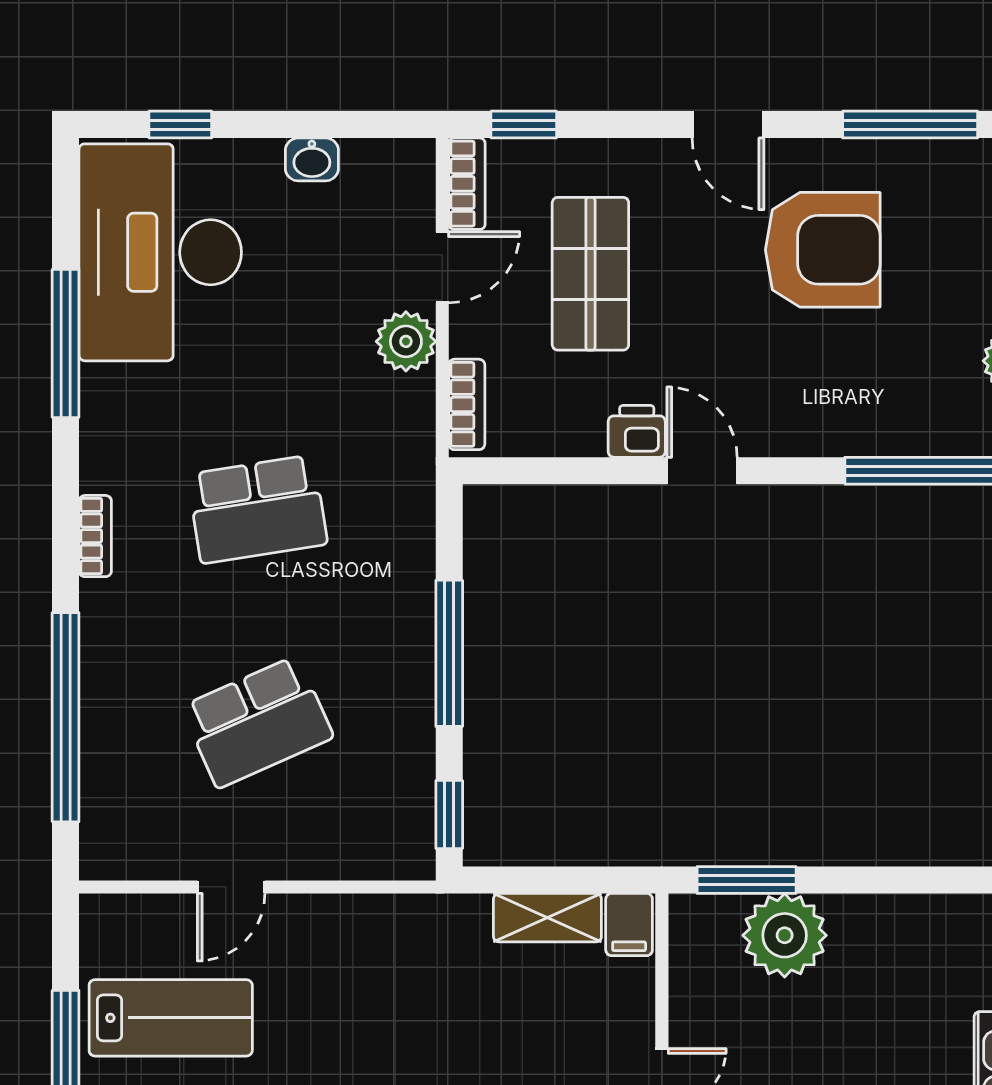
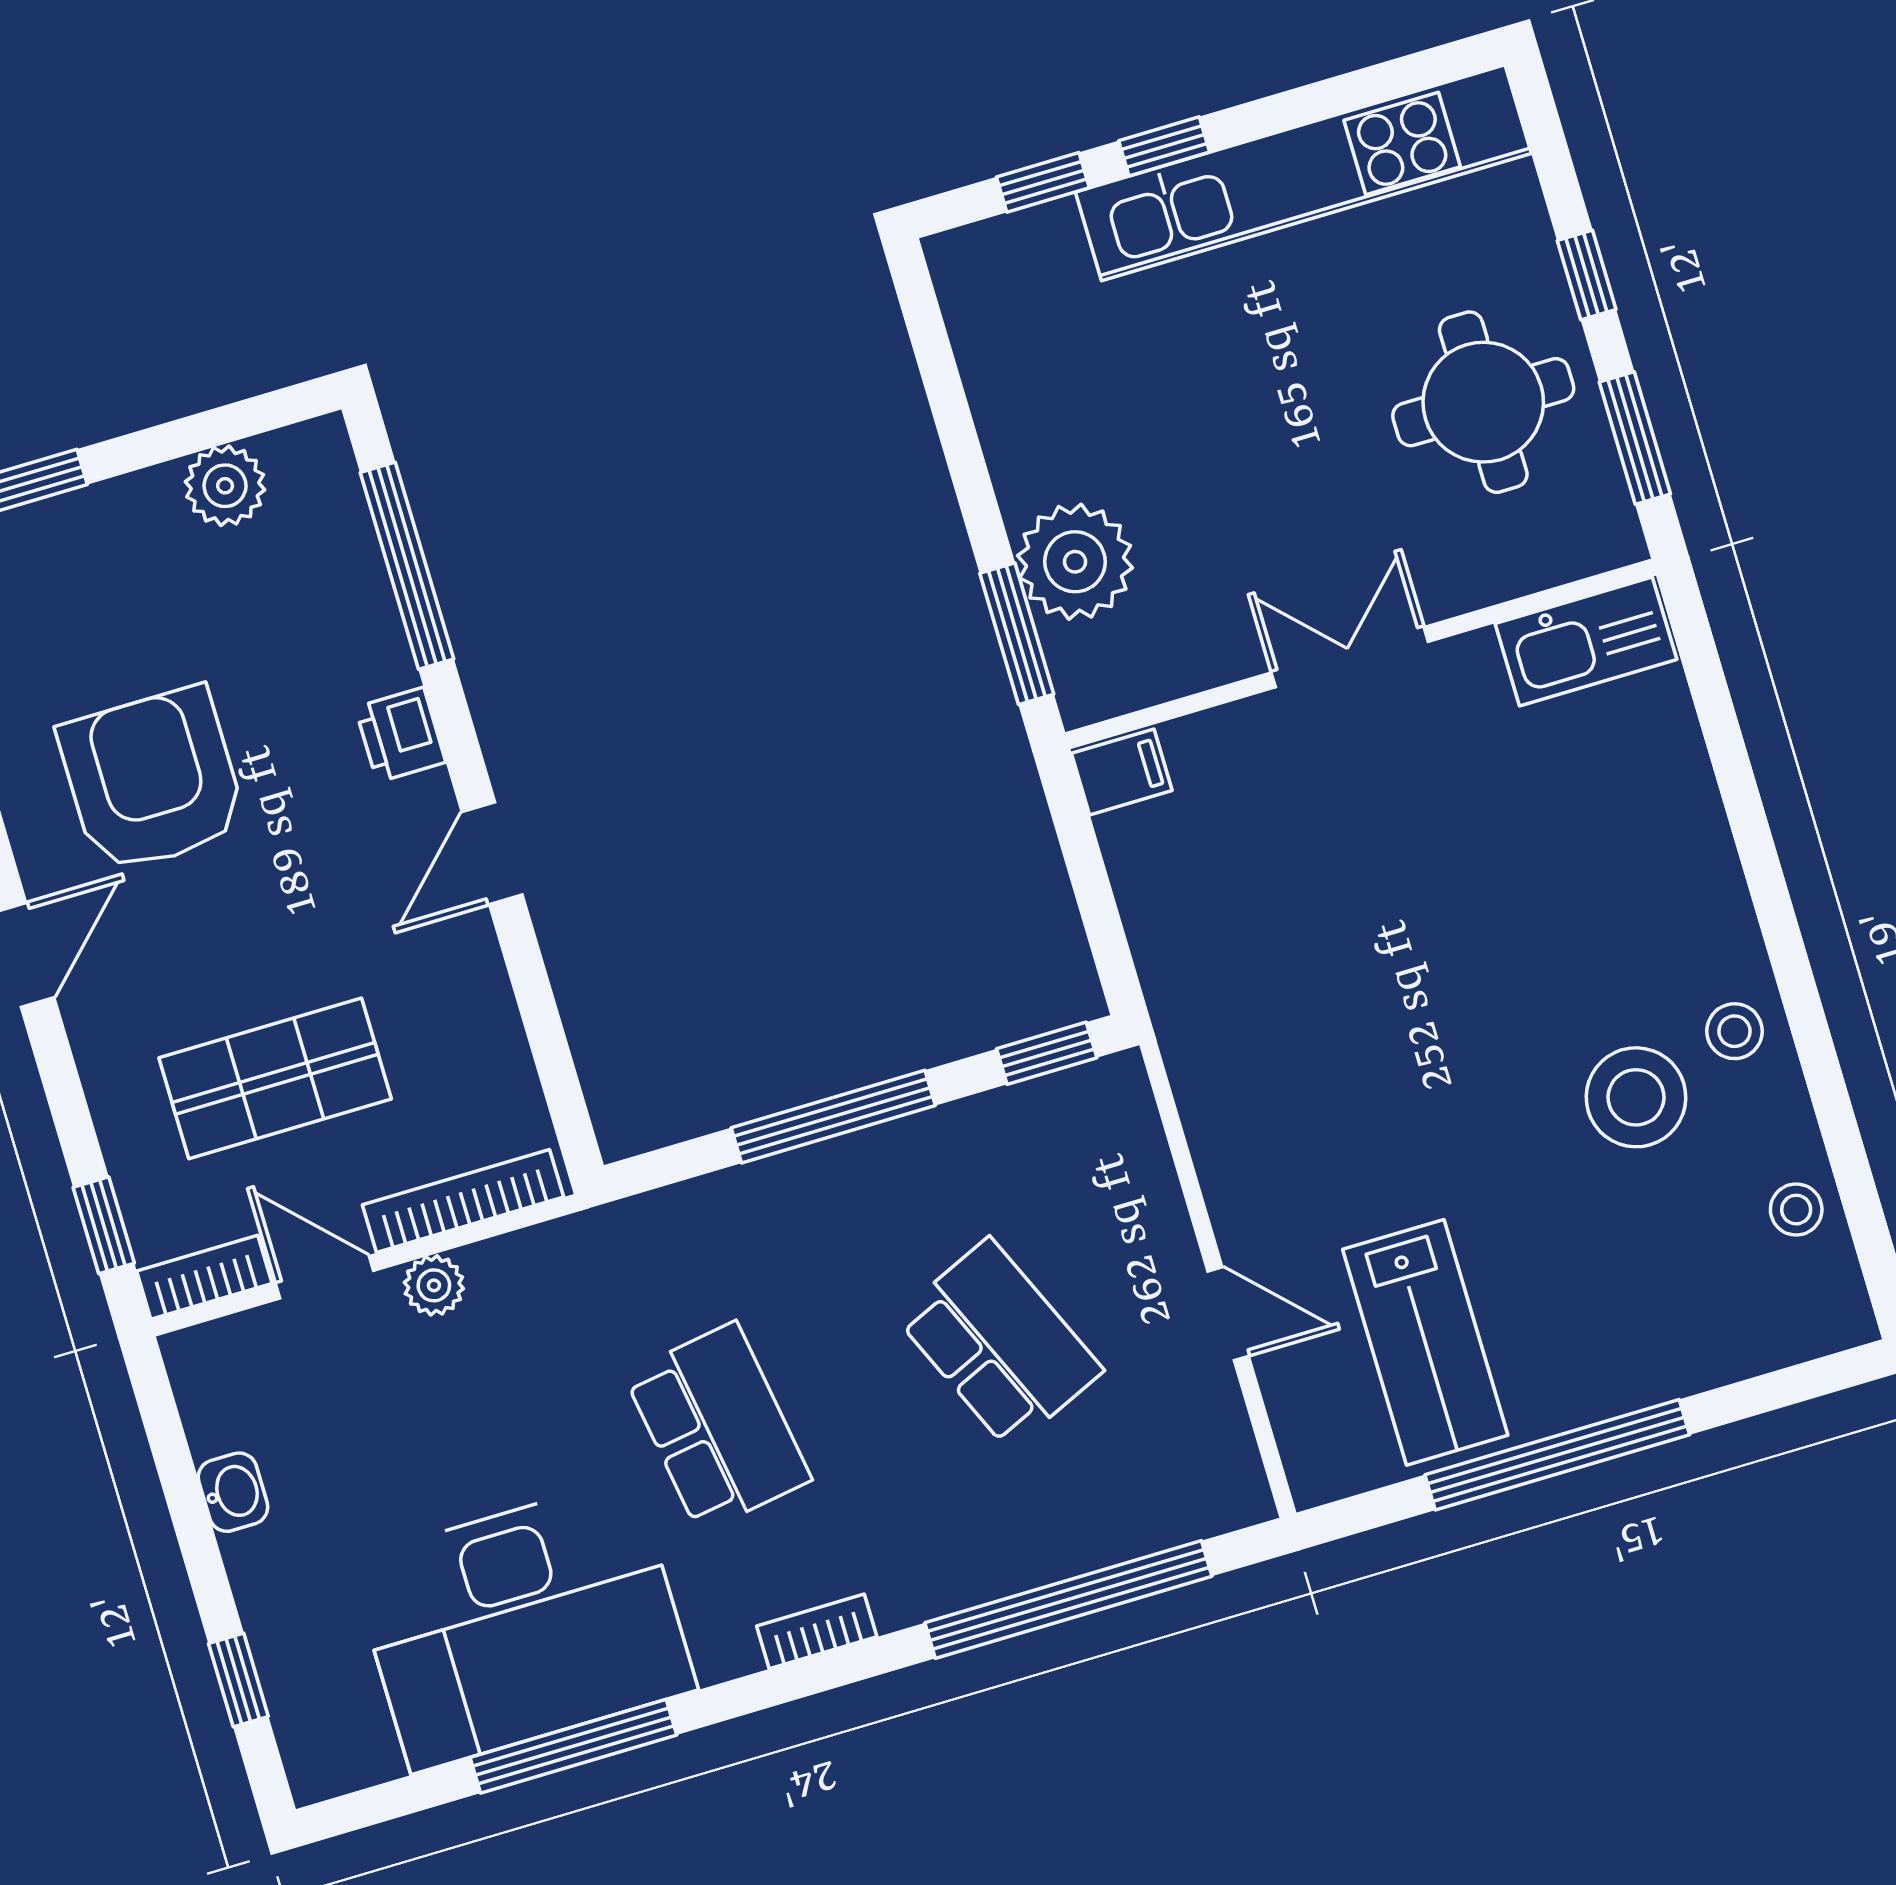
desk: (160, 252) -> (523, 1625), moved
plant: (406, 341) -> (434, 1285), width x0.73, depth x0.73
bookcase: (467, 404) -> (463, 1201), width x1.56
printer: (637, 431) -> (400, 735), moved
shelving: (547, 918) -> (1145, 883), removed
lab bench: (171, 1018) -> (1425, 1342), turned 180

